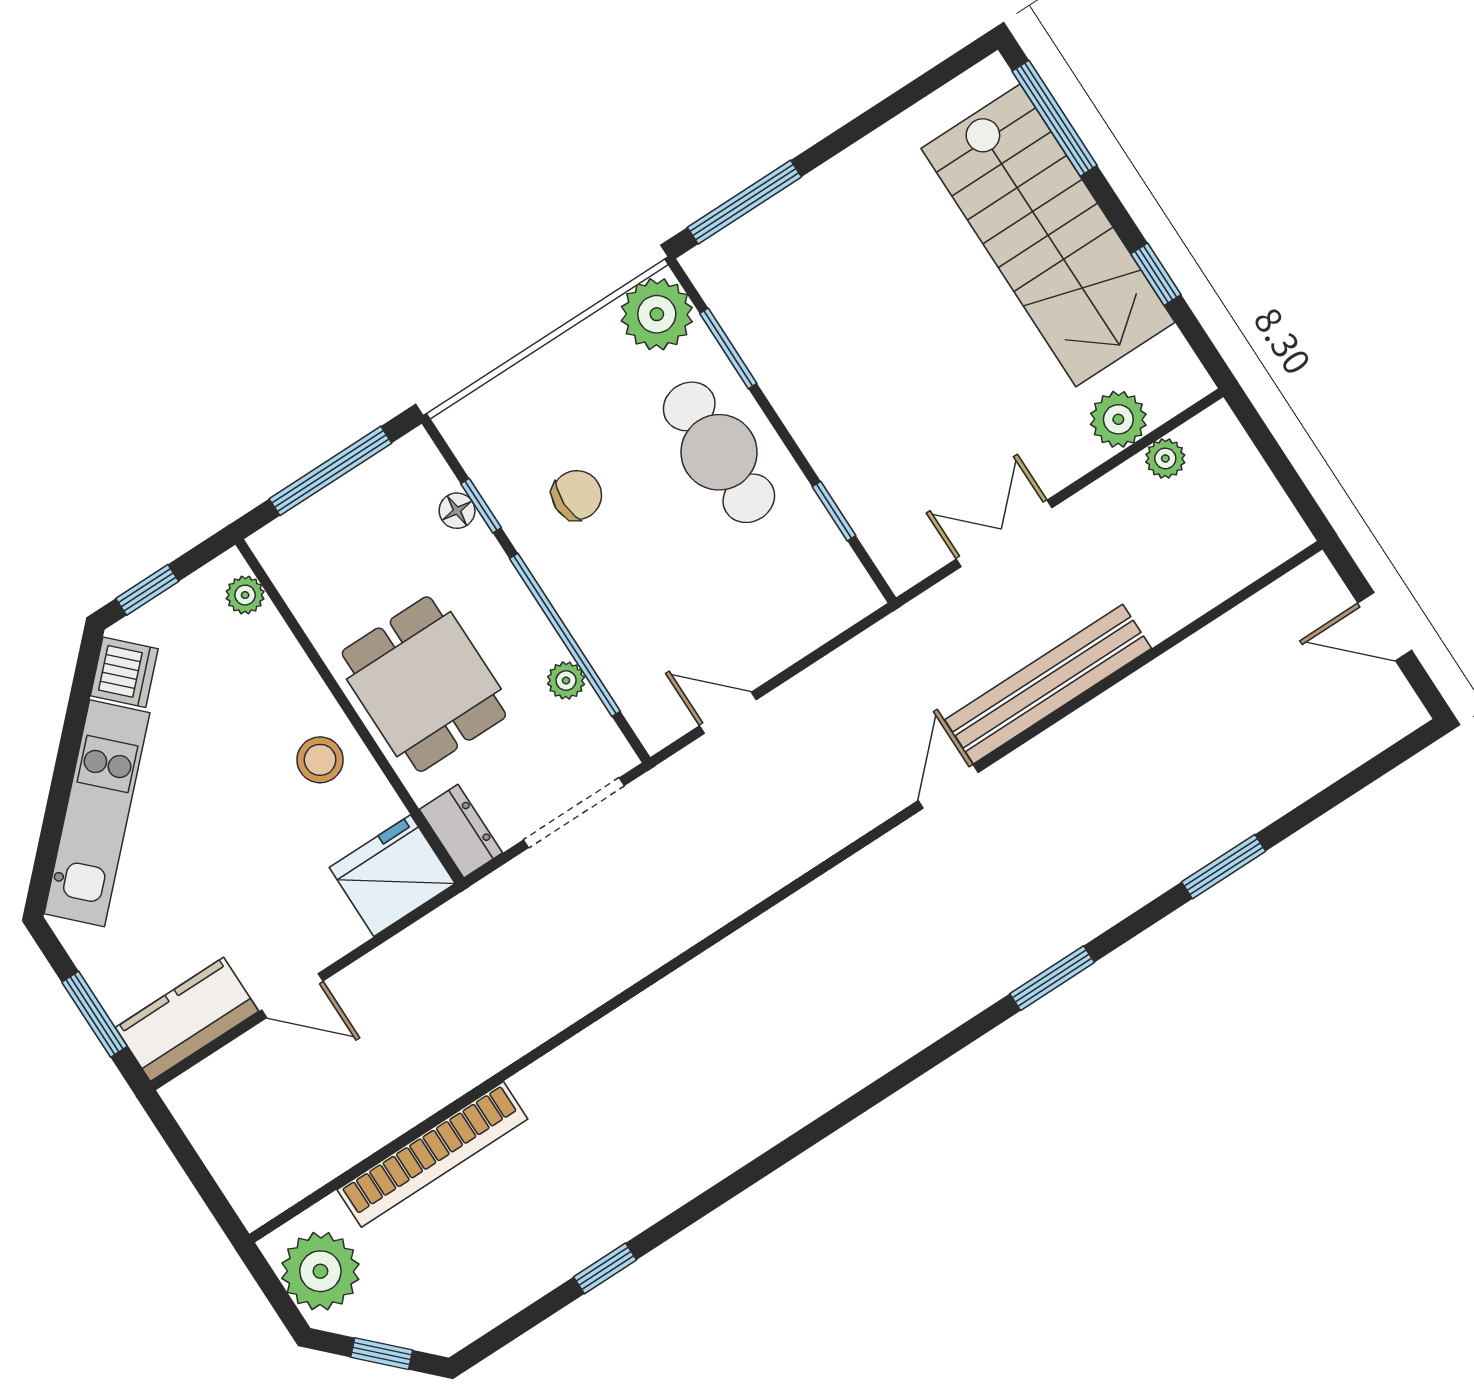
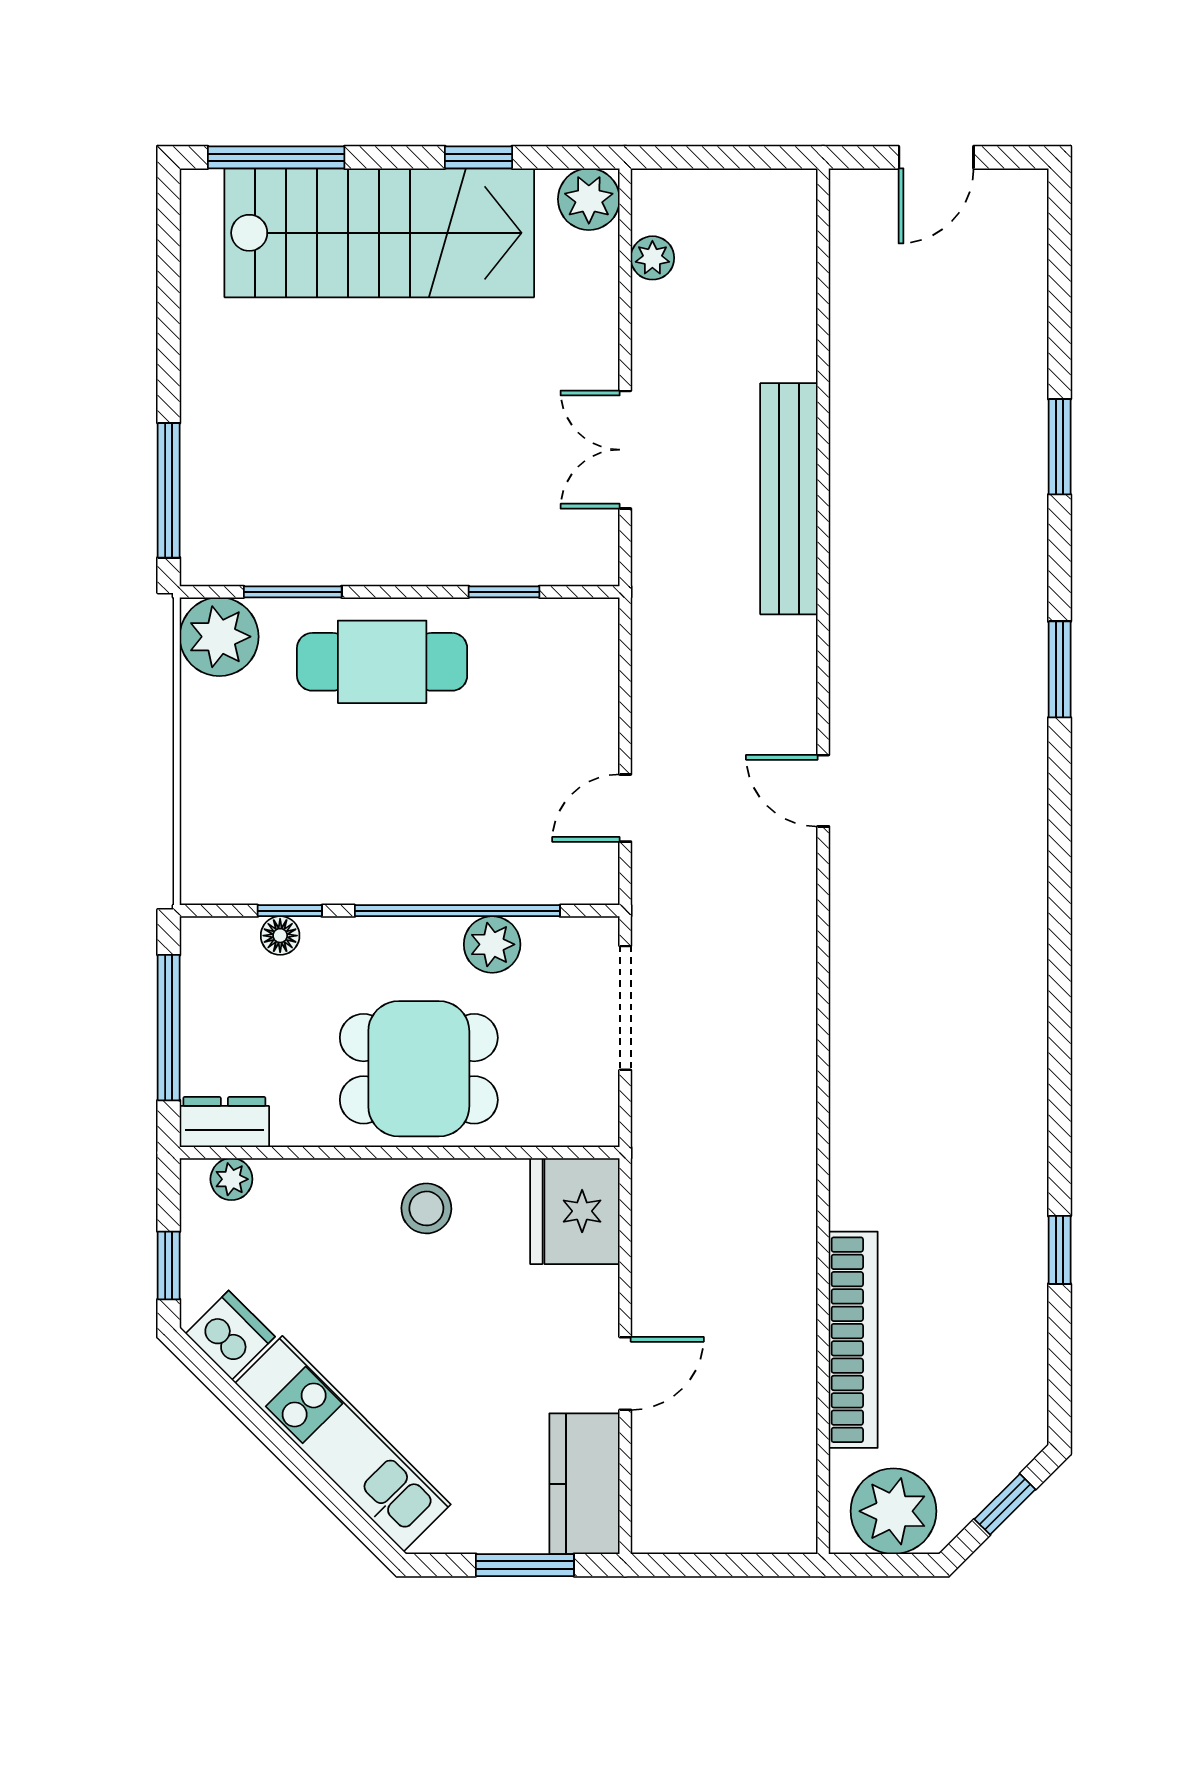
plant: (1118, 419) -> (589, 199), moved
chair: (577, 495) -> (337, 817), removed
plant: (566, 681) -> (492, 944), width x1.38, depth x1.38
door: (948, 786) -> (823, 791), moved
dresser: (461, 831) -> (224, 1122), moved

